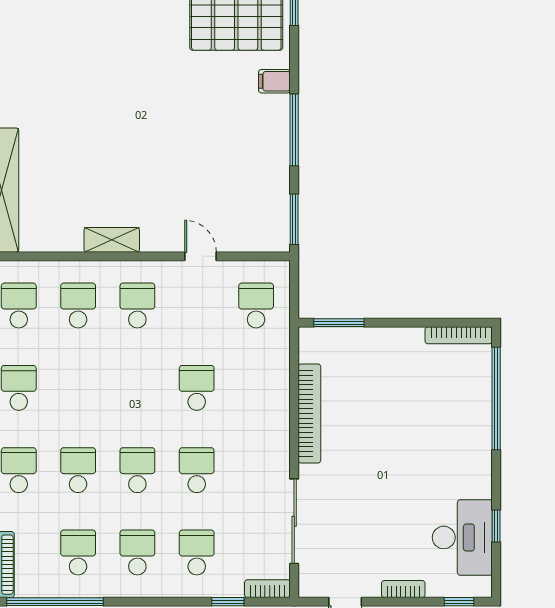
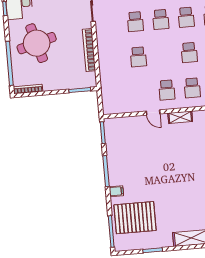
door: (200, 256) -> (153, 112), moved
school desk: (256, 306) -> (189, 53), moved
round table: (429, 440) -> (37, 43), added

